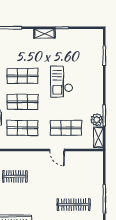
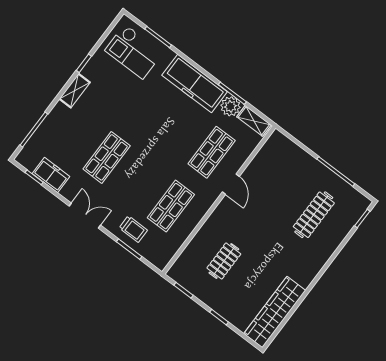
checkout: (62, 82) -> (134, 52), moved
freezer: (95, 92) -> (195, 84), added
shop shelf: (22, 102) -> (139, 182), removed
door: (57, 150) -> (231, 184), hinge flipped

